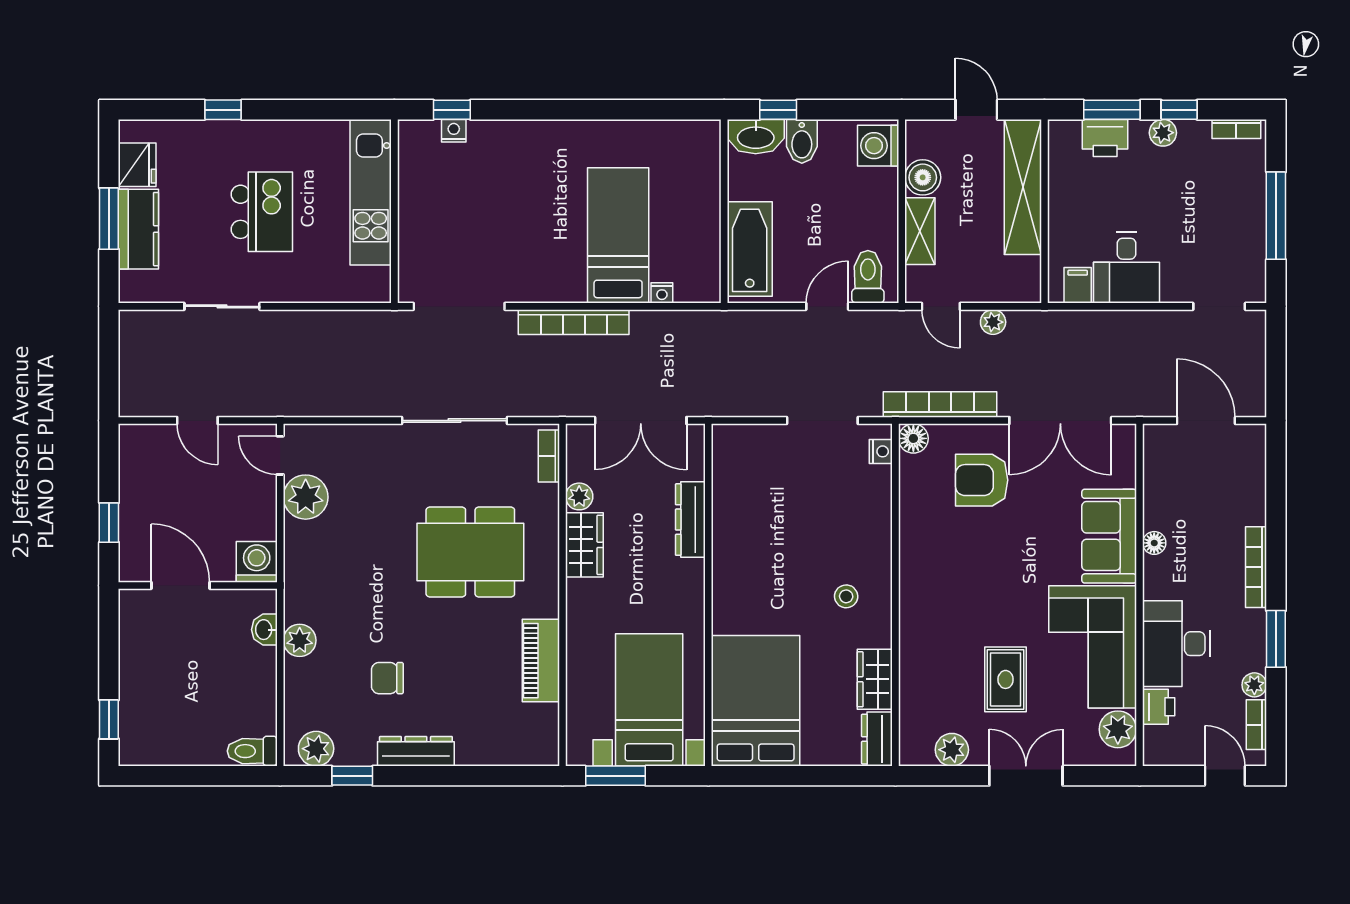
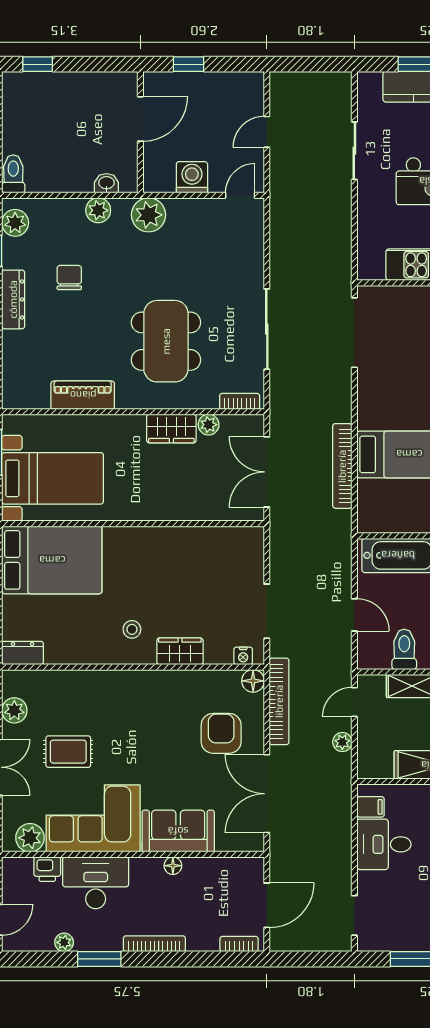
toilet: (868, 277) -> (404, 649), moved, turned -90
nightstand: (662, 293) -> (365, 488), removed
bookcase: (574, 322) -> (342, 466), moved
plant: (306, 497) -> (149, 215), moved
dresser: (690, 520) -> (191, 510), removed
washing machine: (257, 562) -> (192, 177), moved, turned -90
wardrobe: (875, 679) -> (180, 651), moved
bookcase: (1256, 725) -> (239, 944), moved

